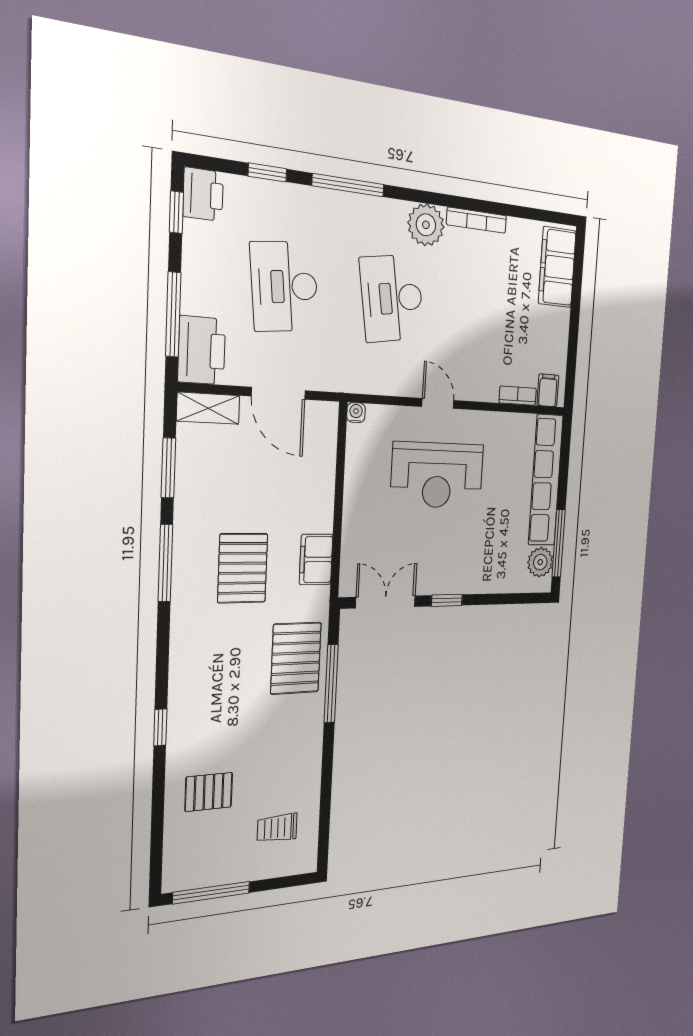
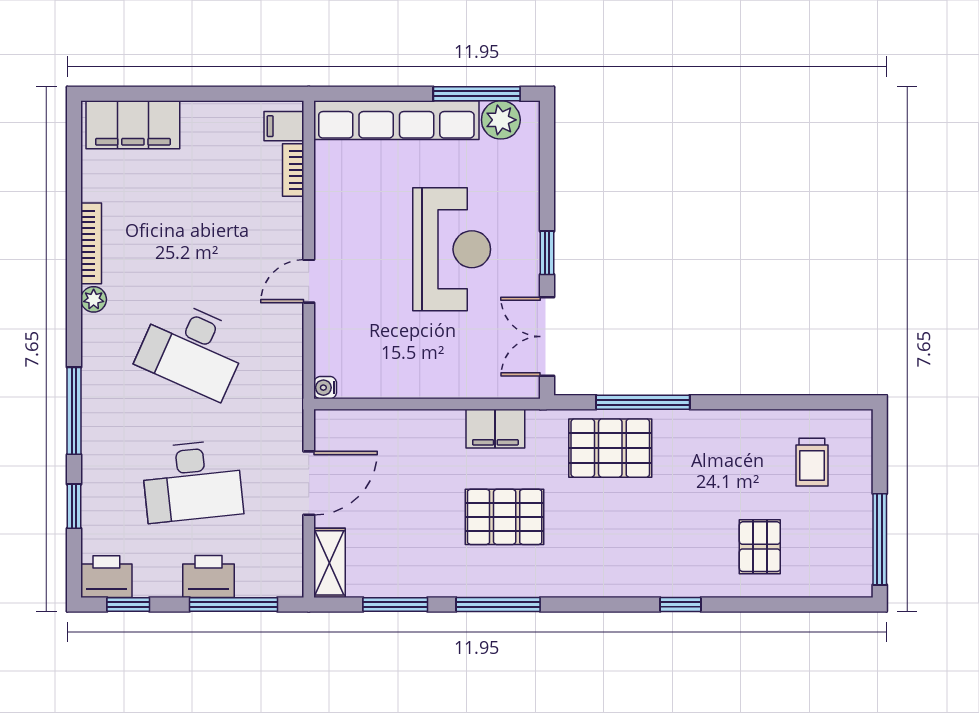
plant: (426, 225) -> (94, 299), width x0.53, depth x0.53
desk: (392, 298) -> (192, 349), turned 33
printer: (202, 350) -> (209, 577), moved, width x0.73, depth x0.84
reception desk: (437, 475) -> (452, 249), moved

